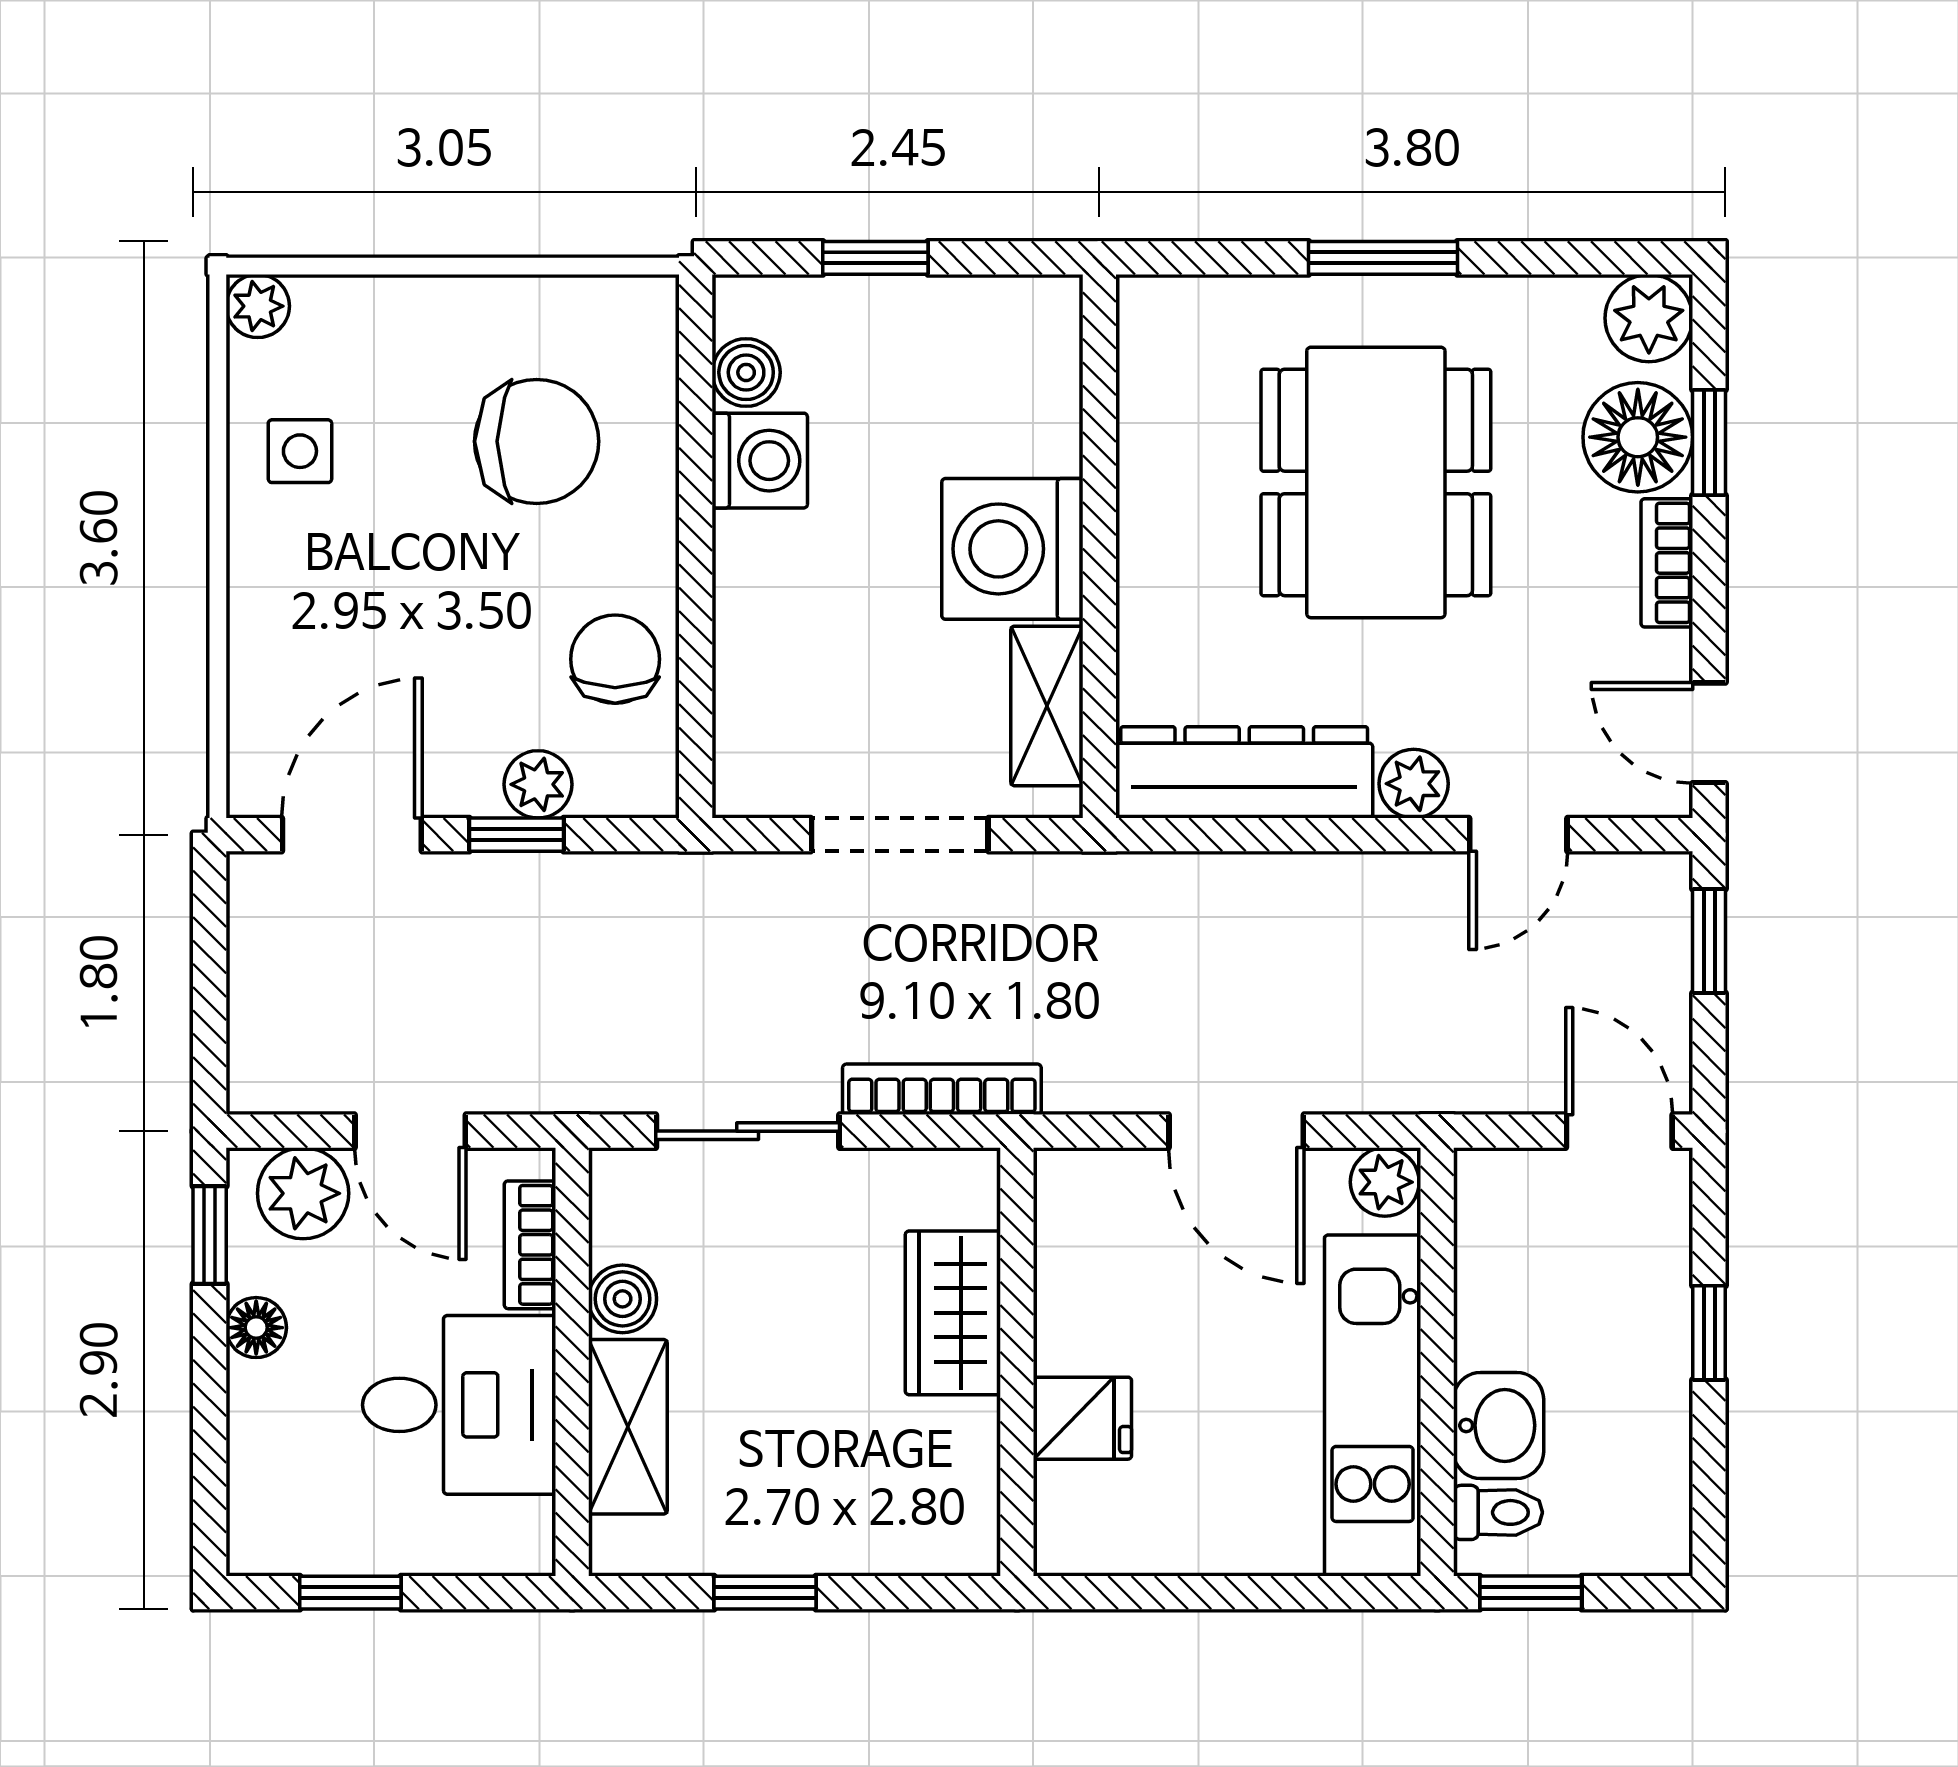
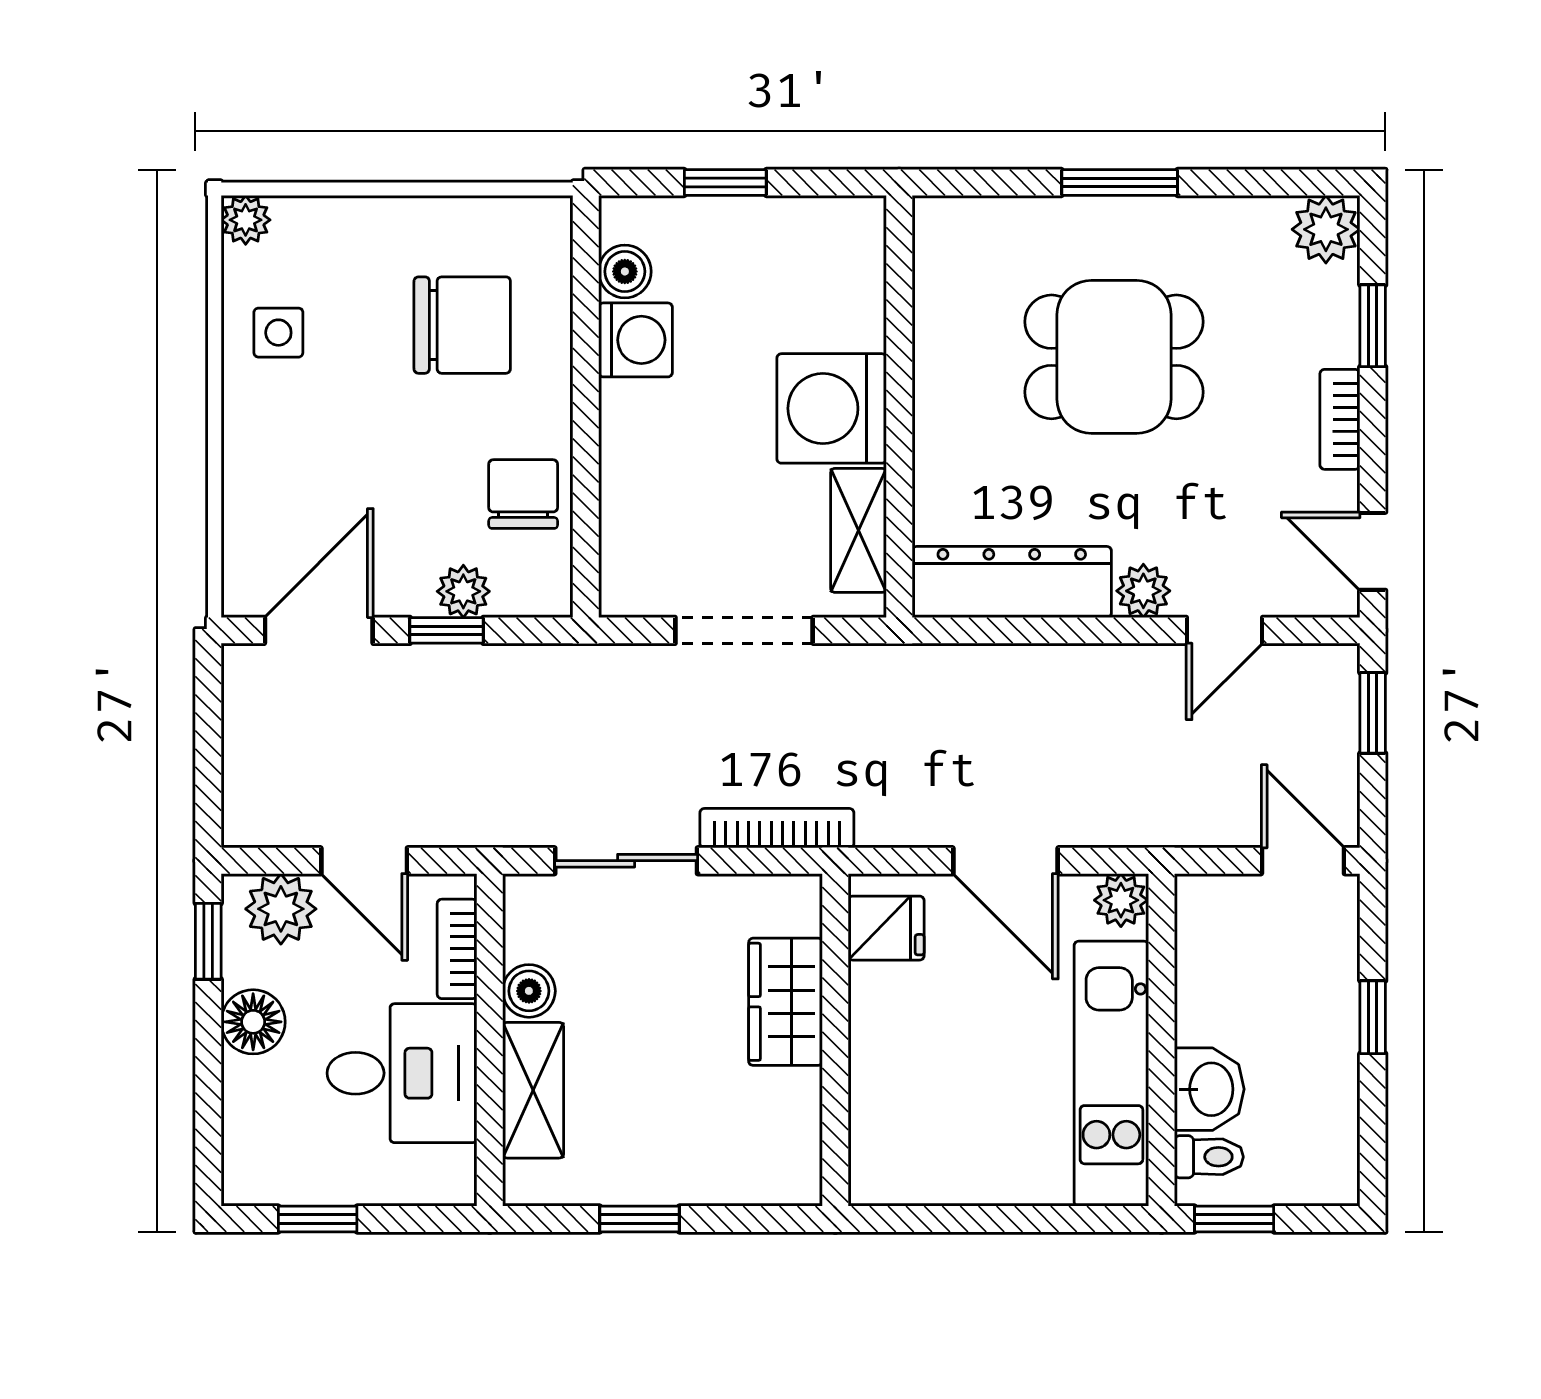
floor lamp: (1638, 437) -> (1317, 322), removed
dining table: (1376, 482) -> (1114, 357), width x0.73
floor lamp: (256, 1328) -> (253, 1022), width x1.37, depth x1.37
fridge: (1082, 1418) -> (886, 928), moved

